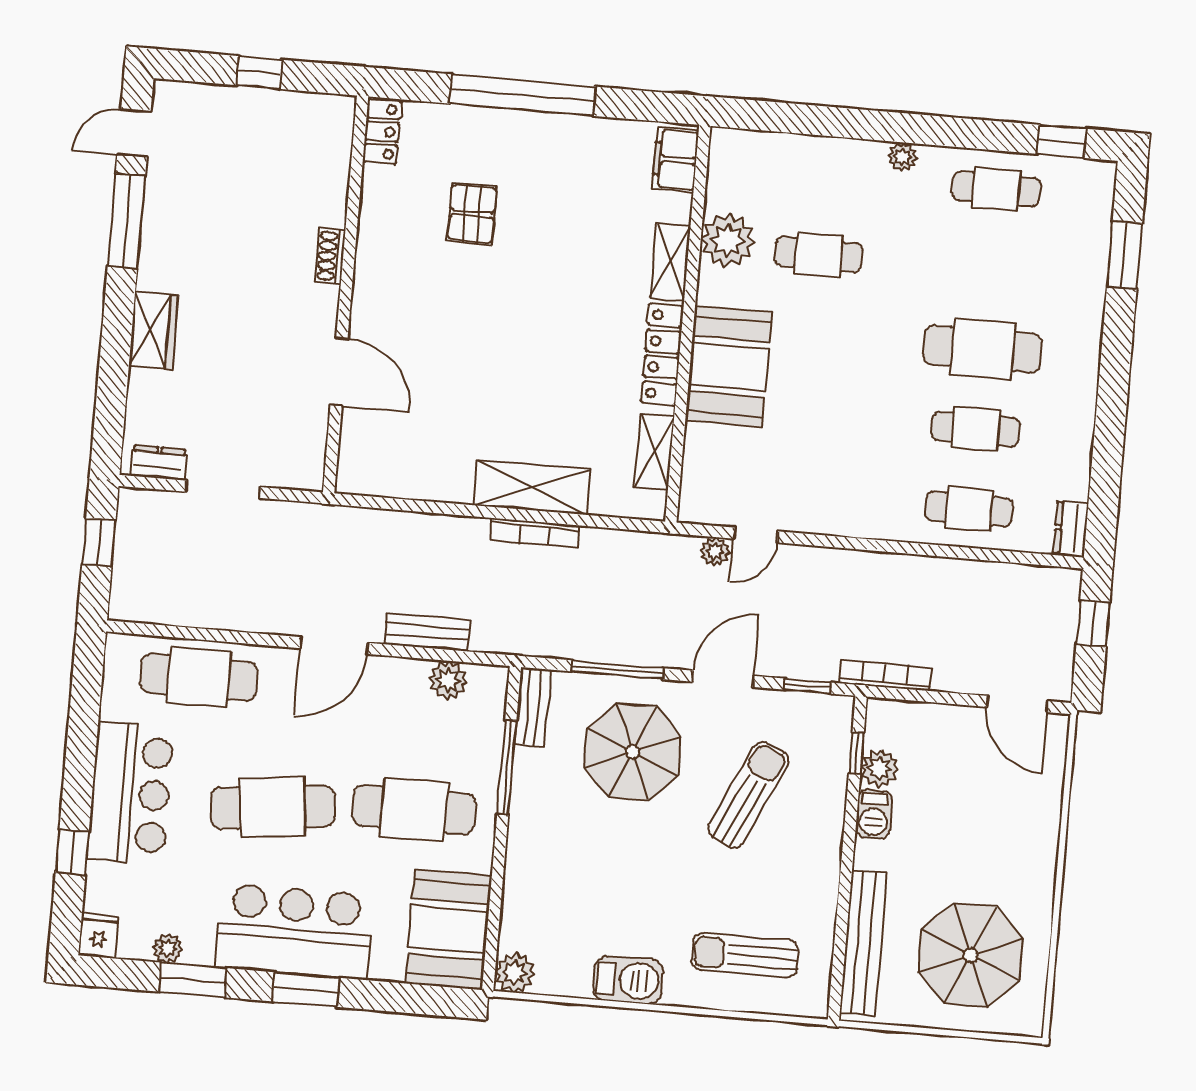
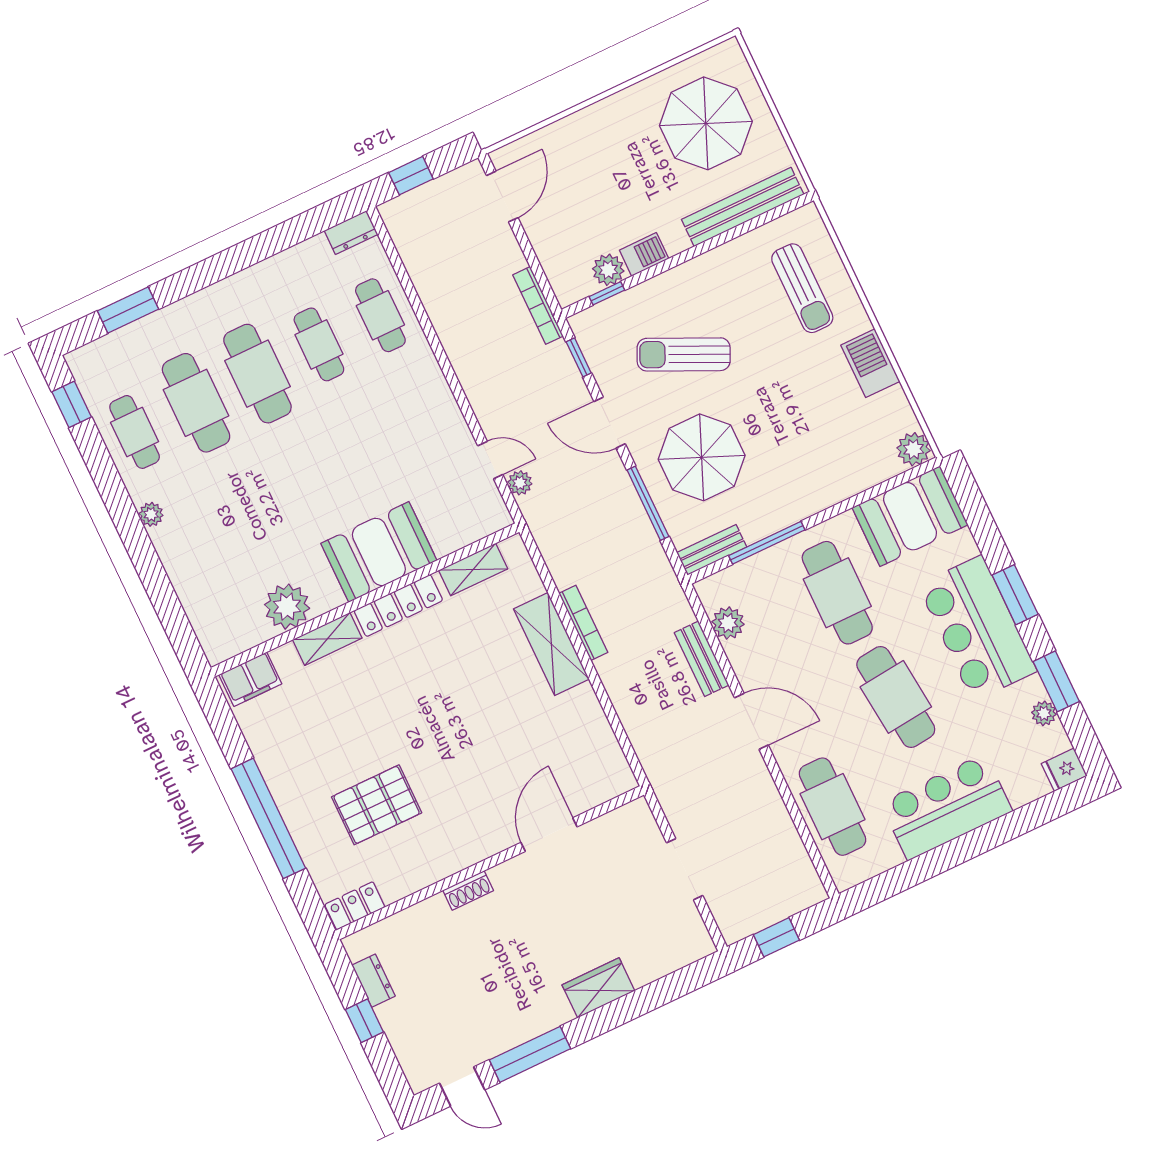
pallet: (472, 214) -> (377, 805), width x1.50, depth x1.42
cafe table: (818, 254) -> (196, 403), moved, width x1.37, depth x1.35
dresser: (159, 463) -> (373, 981), moved, turned 180
window: (72, 852) -> (1014, 824), removed

